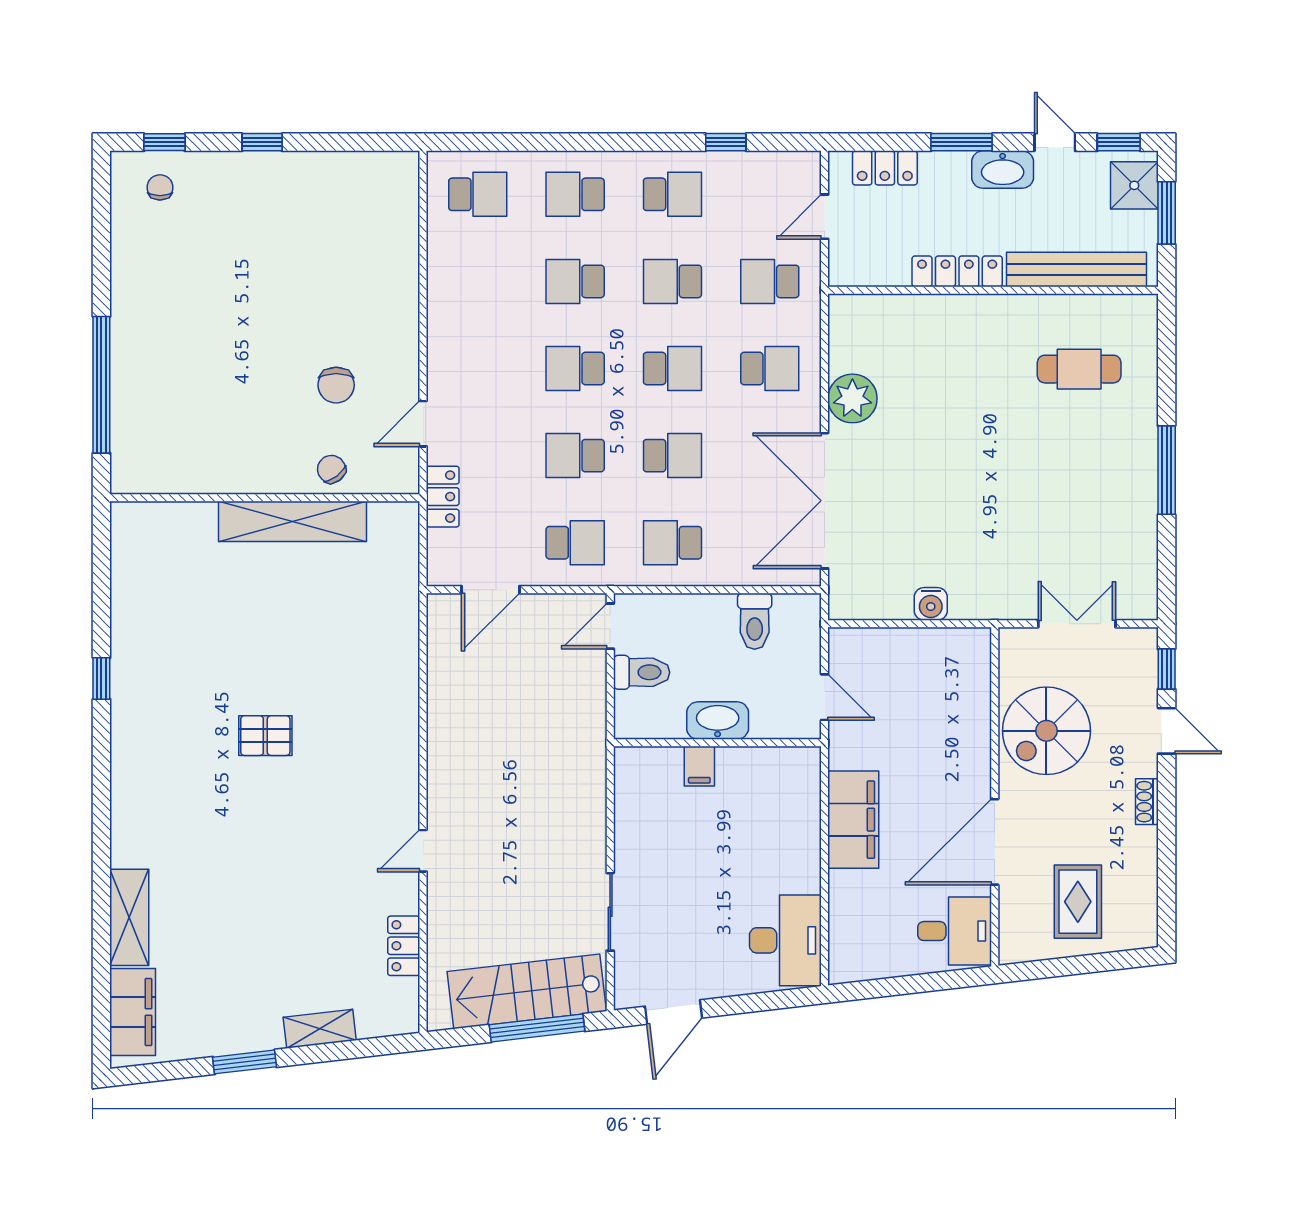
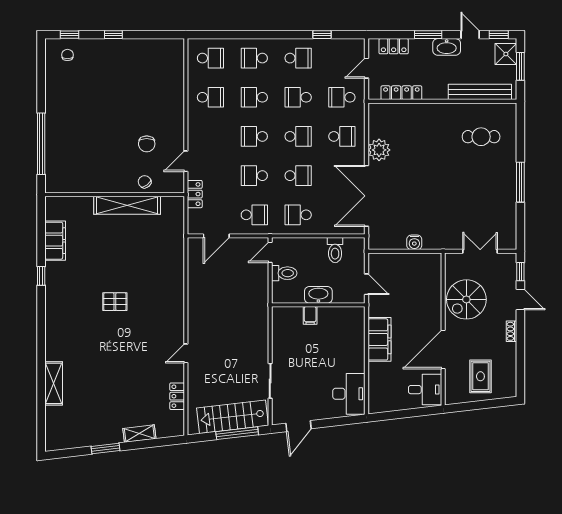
locker: (957, 271) -> (401, 93), moved
school desk: (478, 281) -> (210, 97), added
filing cabinet: (133, 1012) -> (55, 241), moved

